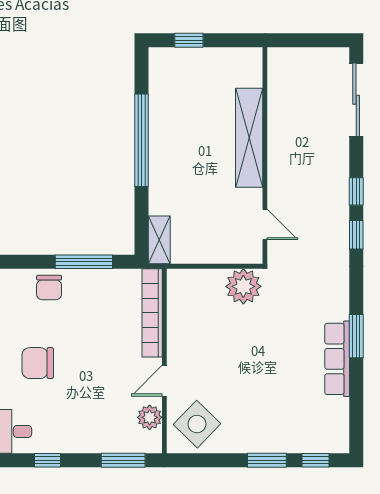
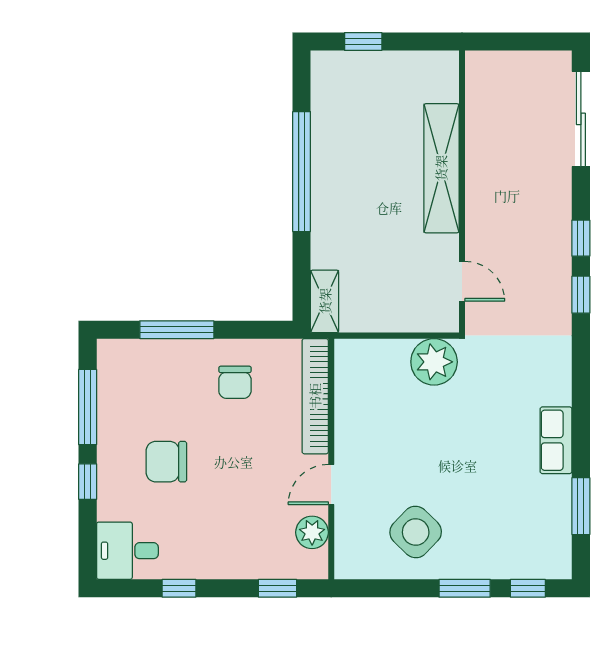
window: (84, 262) -> (177, 330), moved
chair: (49, 288) -> (235, 382), moved
window: (356, 336) -> (581, 506), moved
row of seats: (337, 359) -> (556, 440), width x0.68
side table: (197, 424) -> (416, 532), moved
window: (123, 460) -> (277, 588), width x0.67

